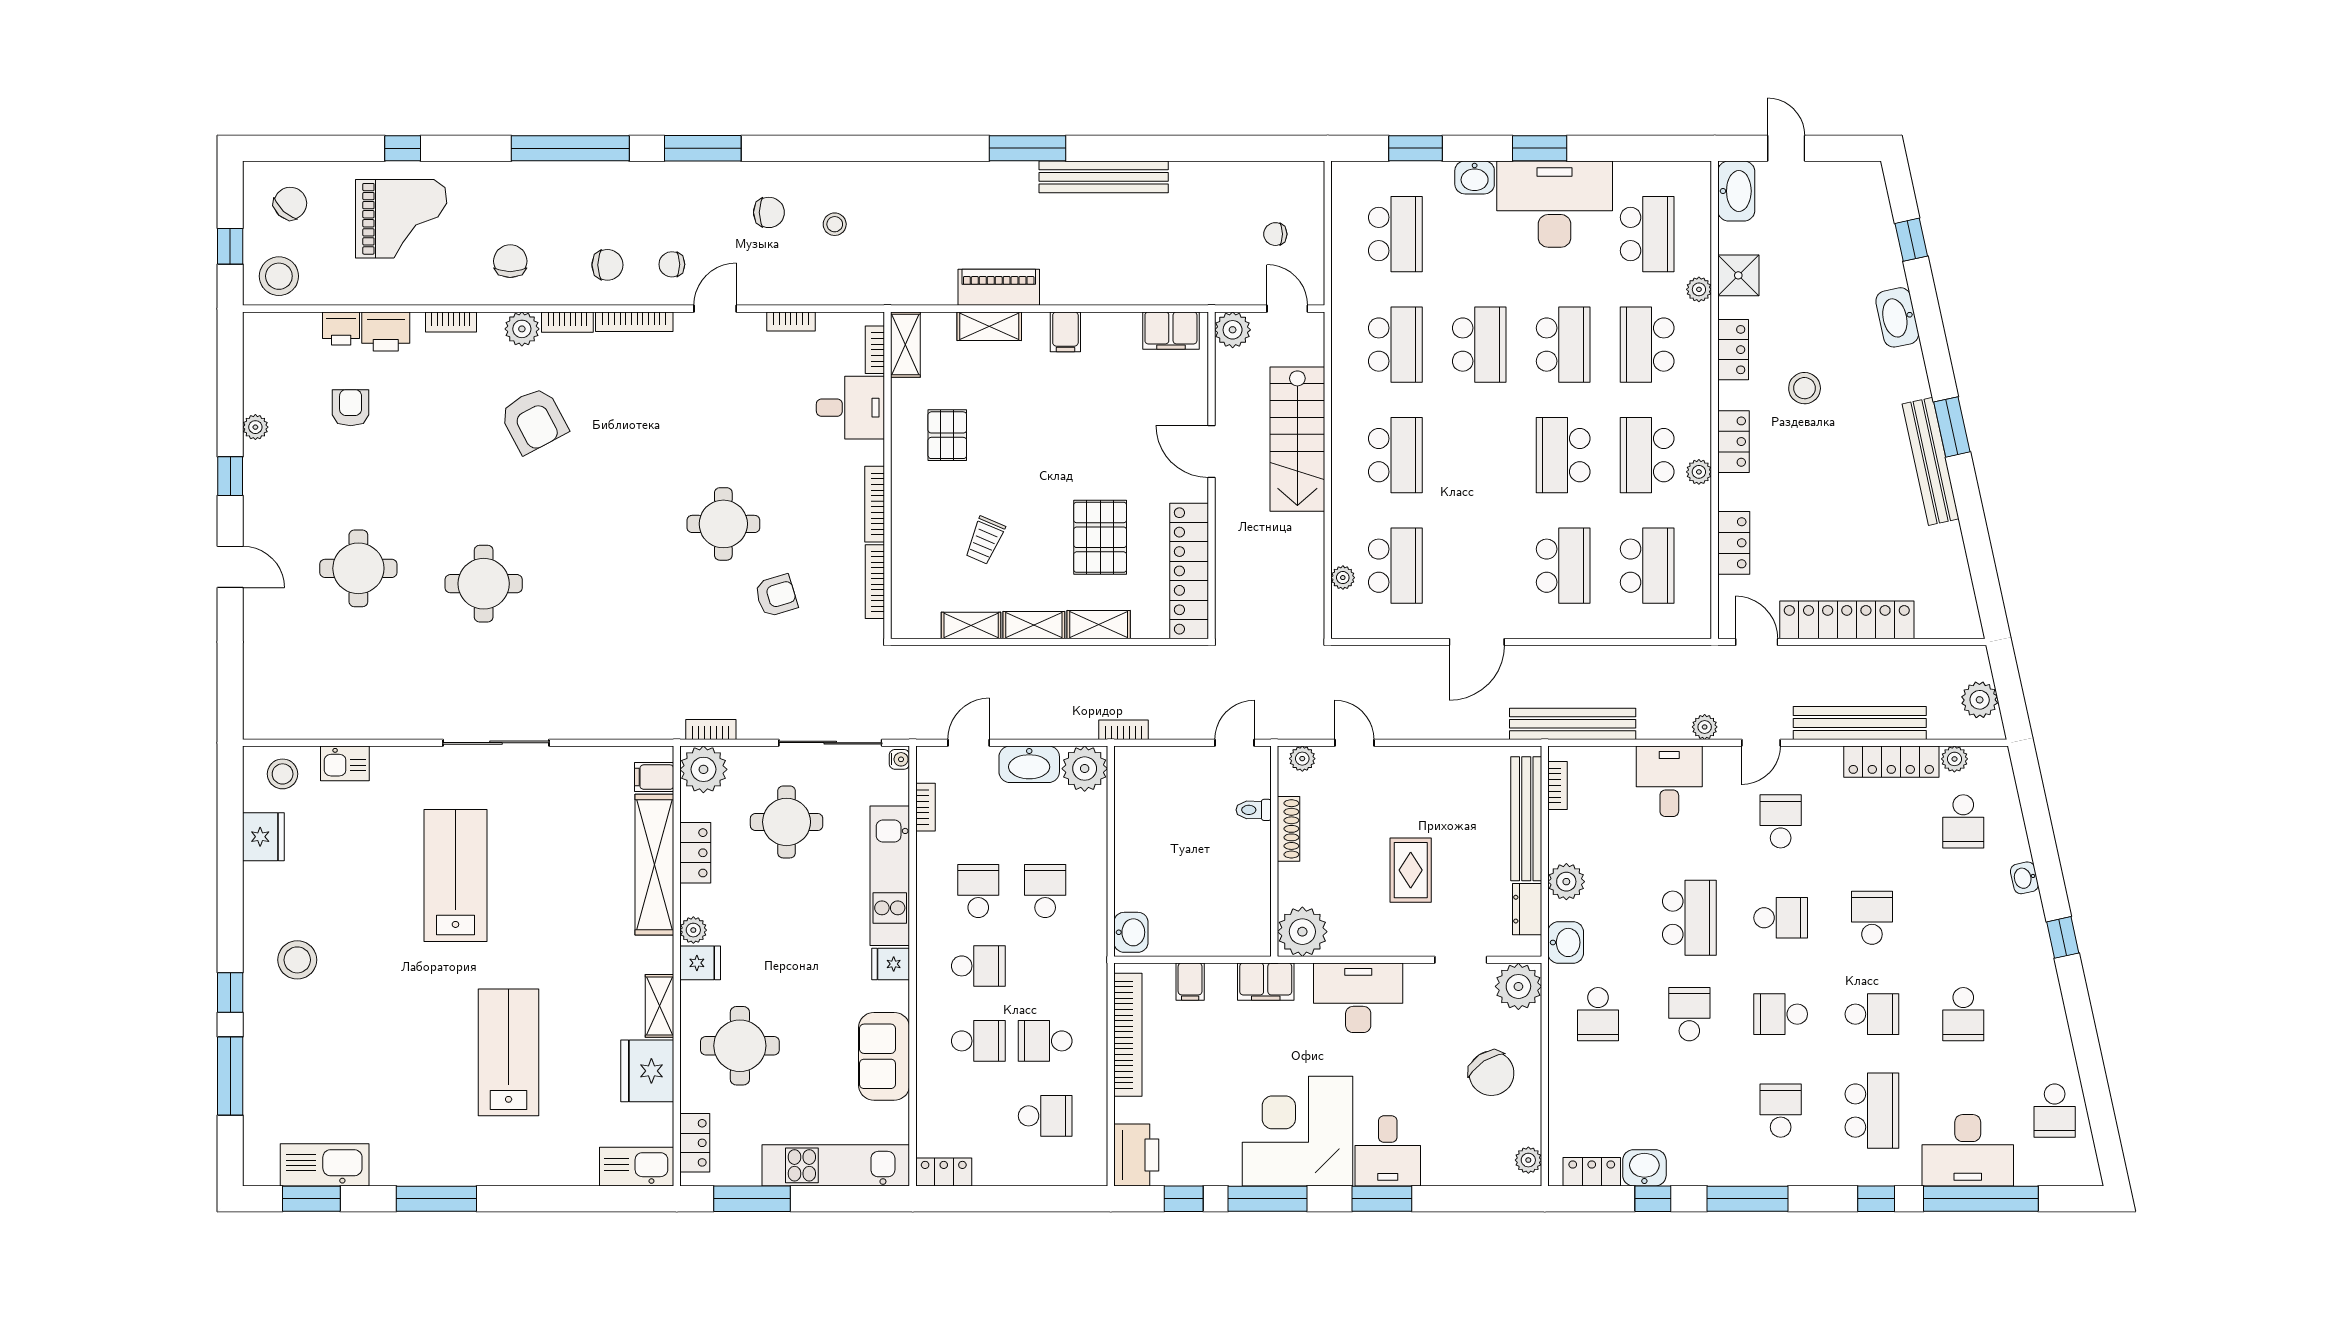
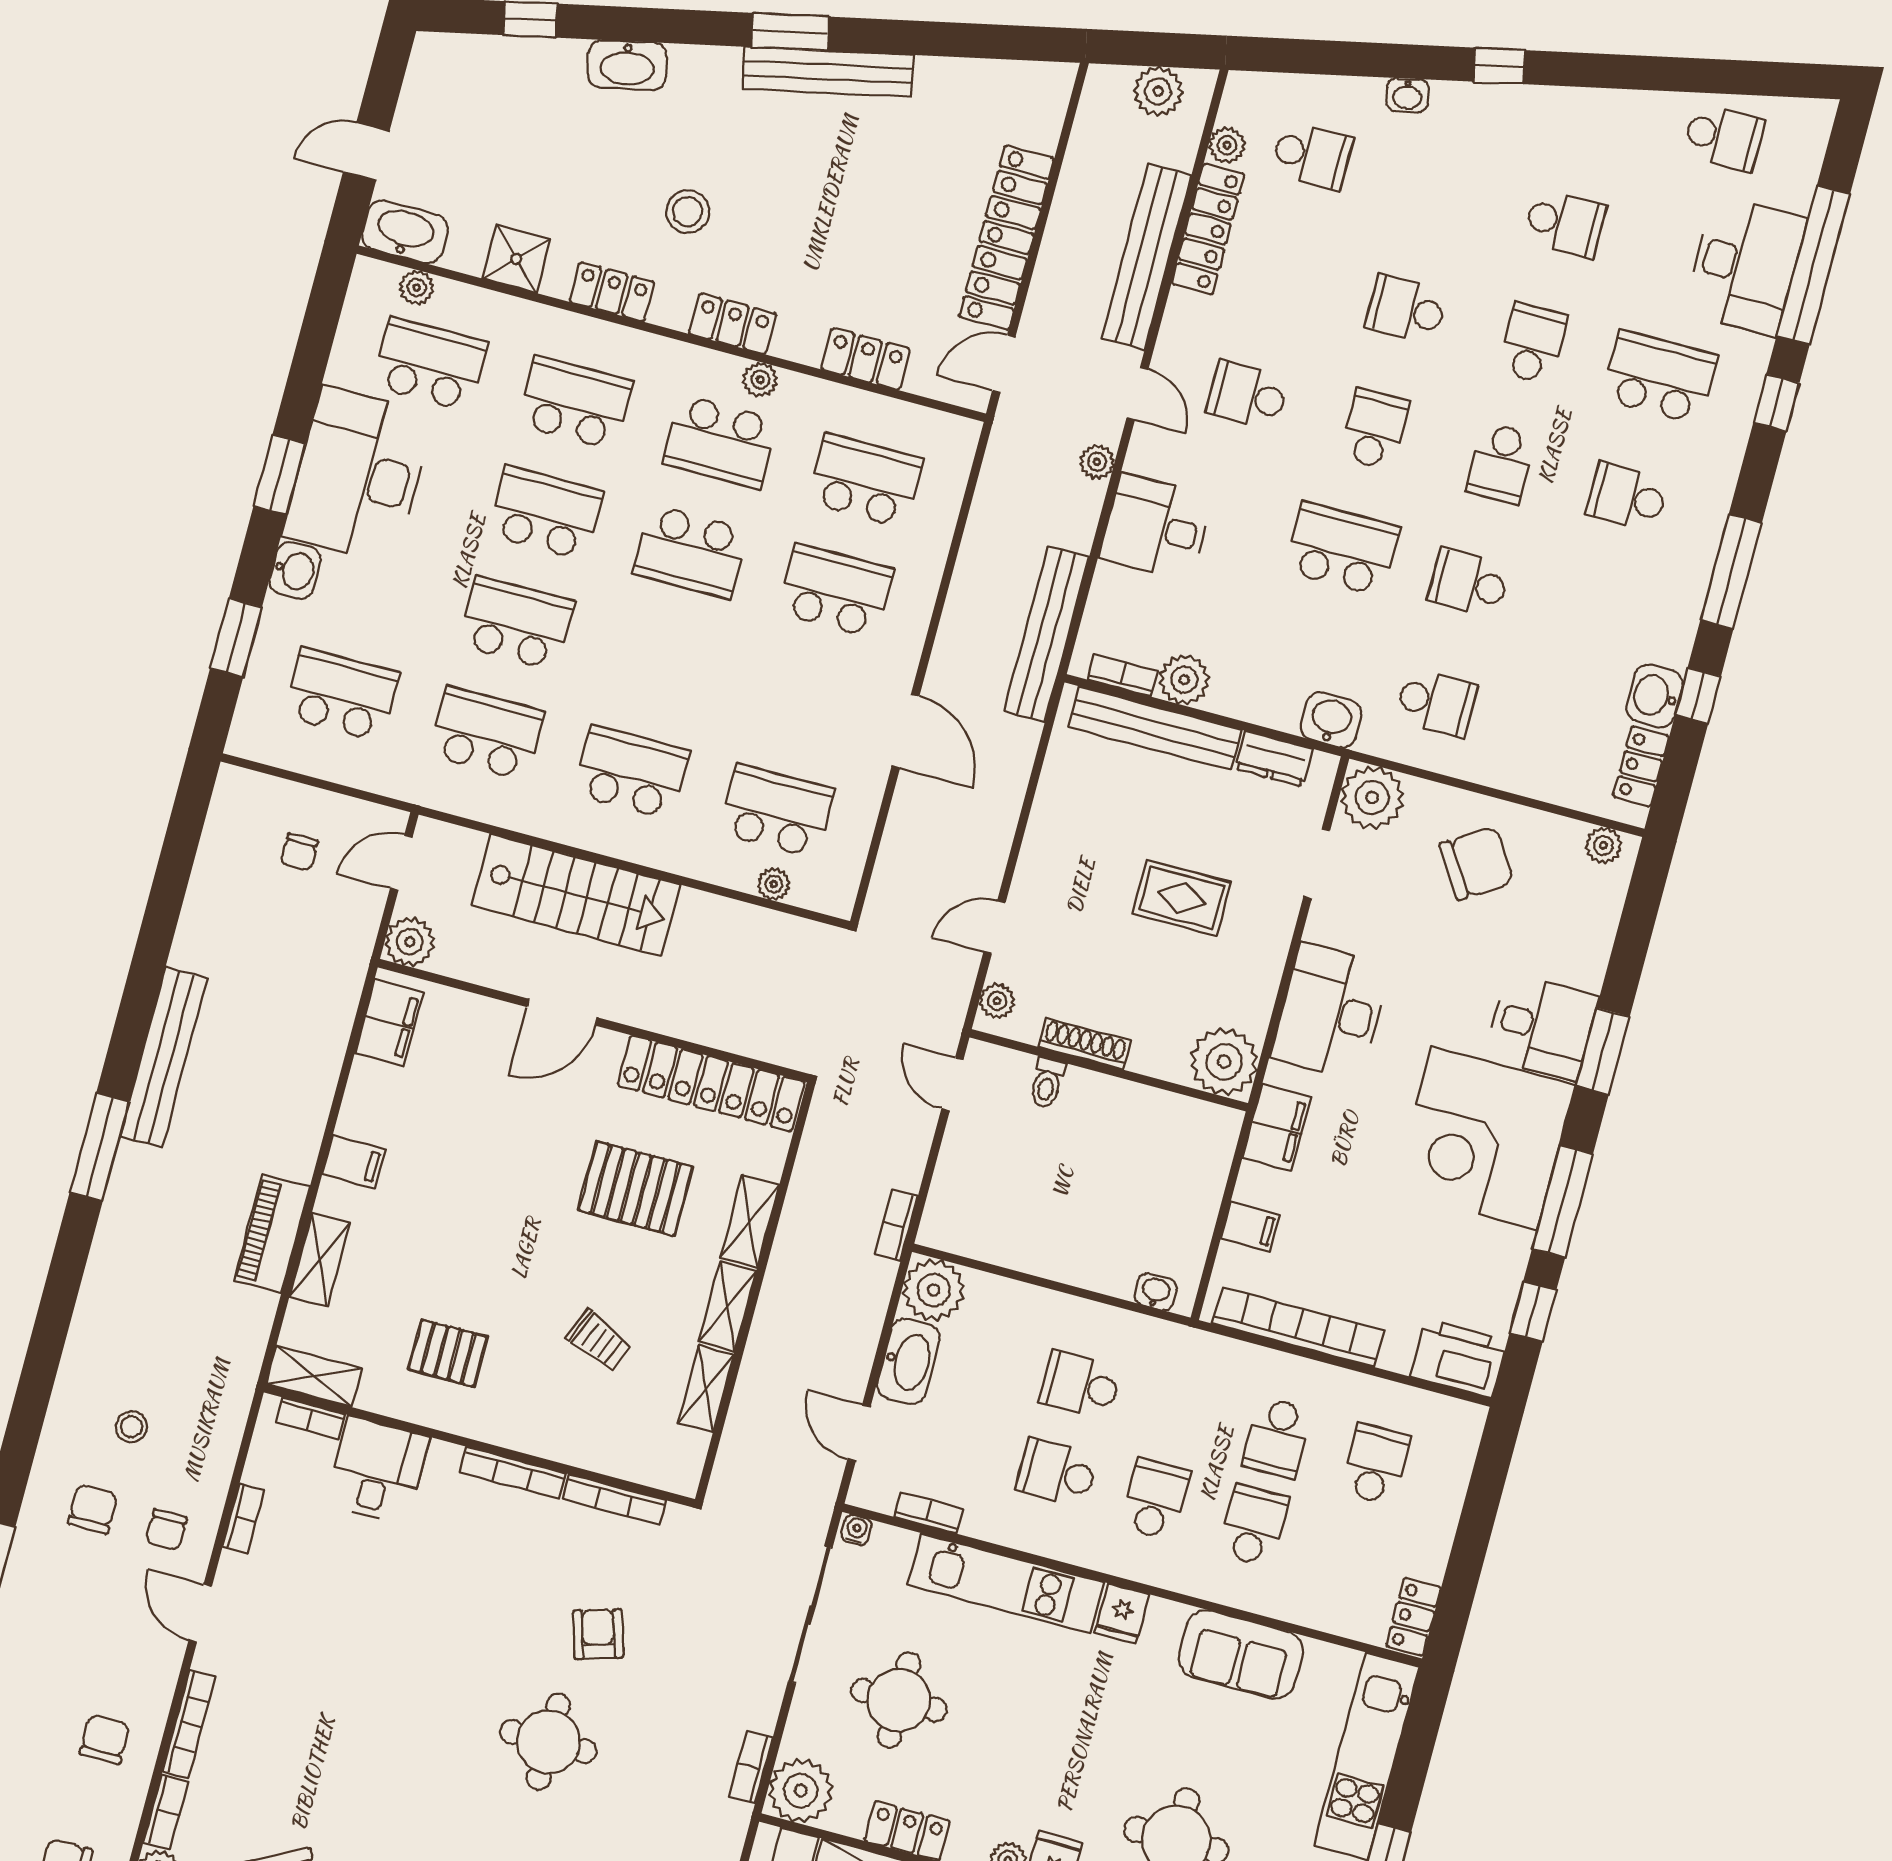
chair: (672, 264) -> (166, 1530), moved
plant: (1699, 289) -> (417, 287), moved
school desk: (1647, 345) -> (575, 403), turned 180
round table: (723, 524) -> (548, 1742), moved
plant: (1566, 882) -> (1184, 680), moved
washbasin: (1131, 932) -> (1156, 1292), width x0.72, depth x0.69

